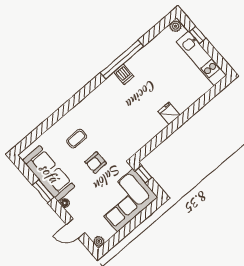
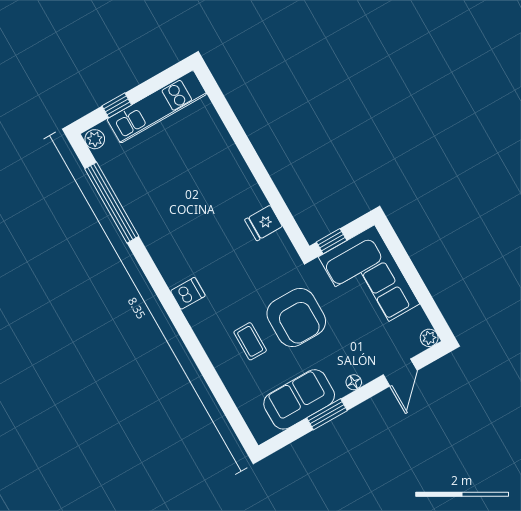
window: (122, 59) -> (112, 203), moved
dishwasher: (124, 74) -> (188, 293), moved
fridge: (169, 113) -> (263, 223), moved
armchair: (96, 163) -> (296, 317), width x1.88, depth x1.88
sofa: (49, 173) -> (299, 399), width x0.73

